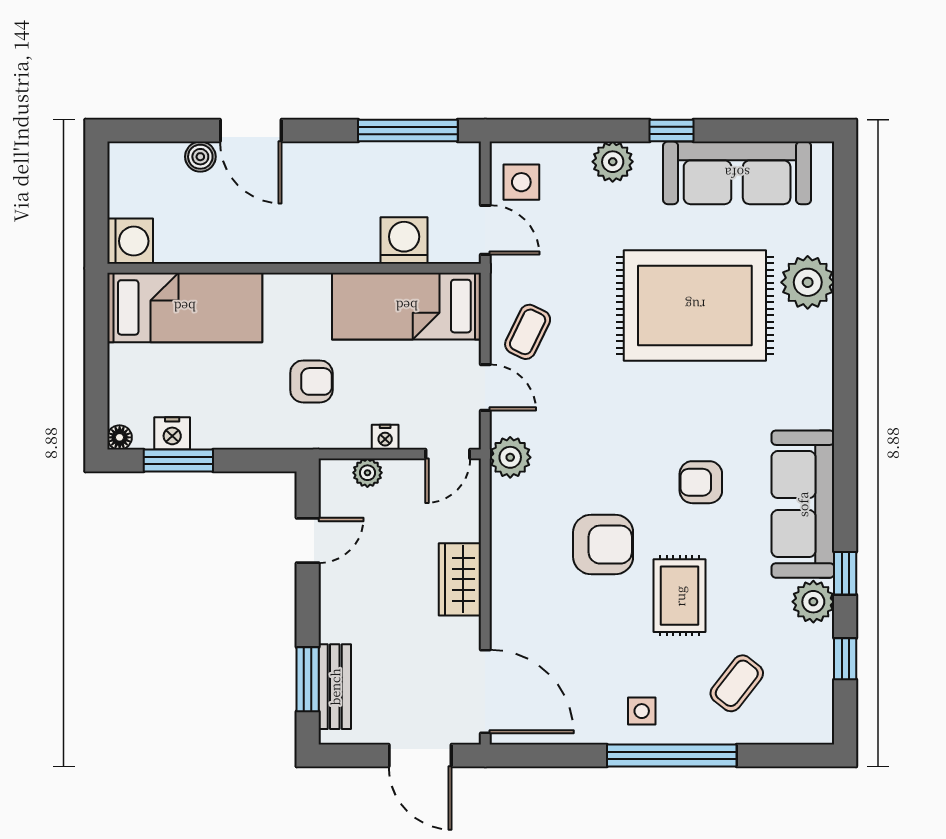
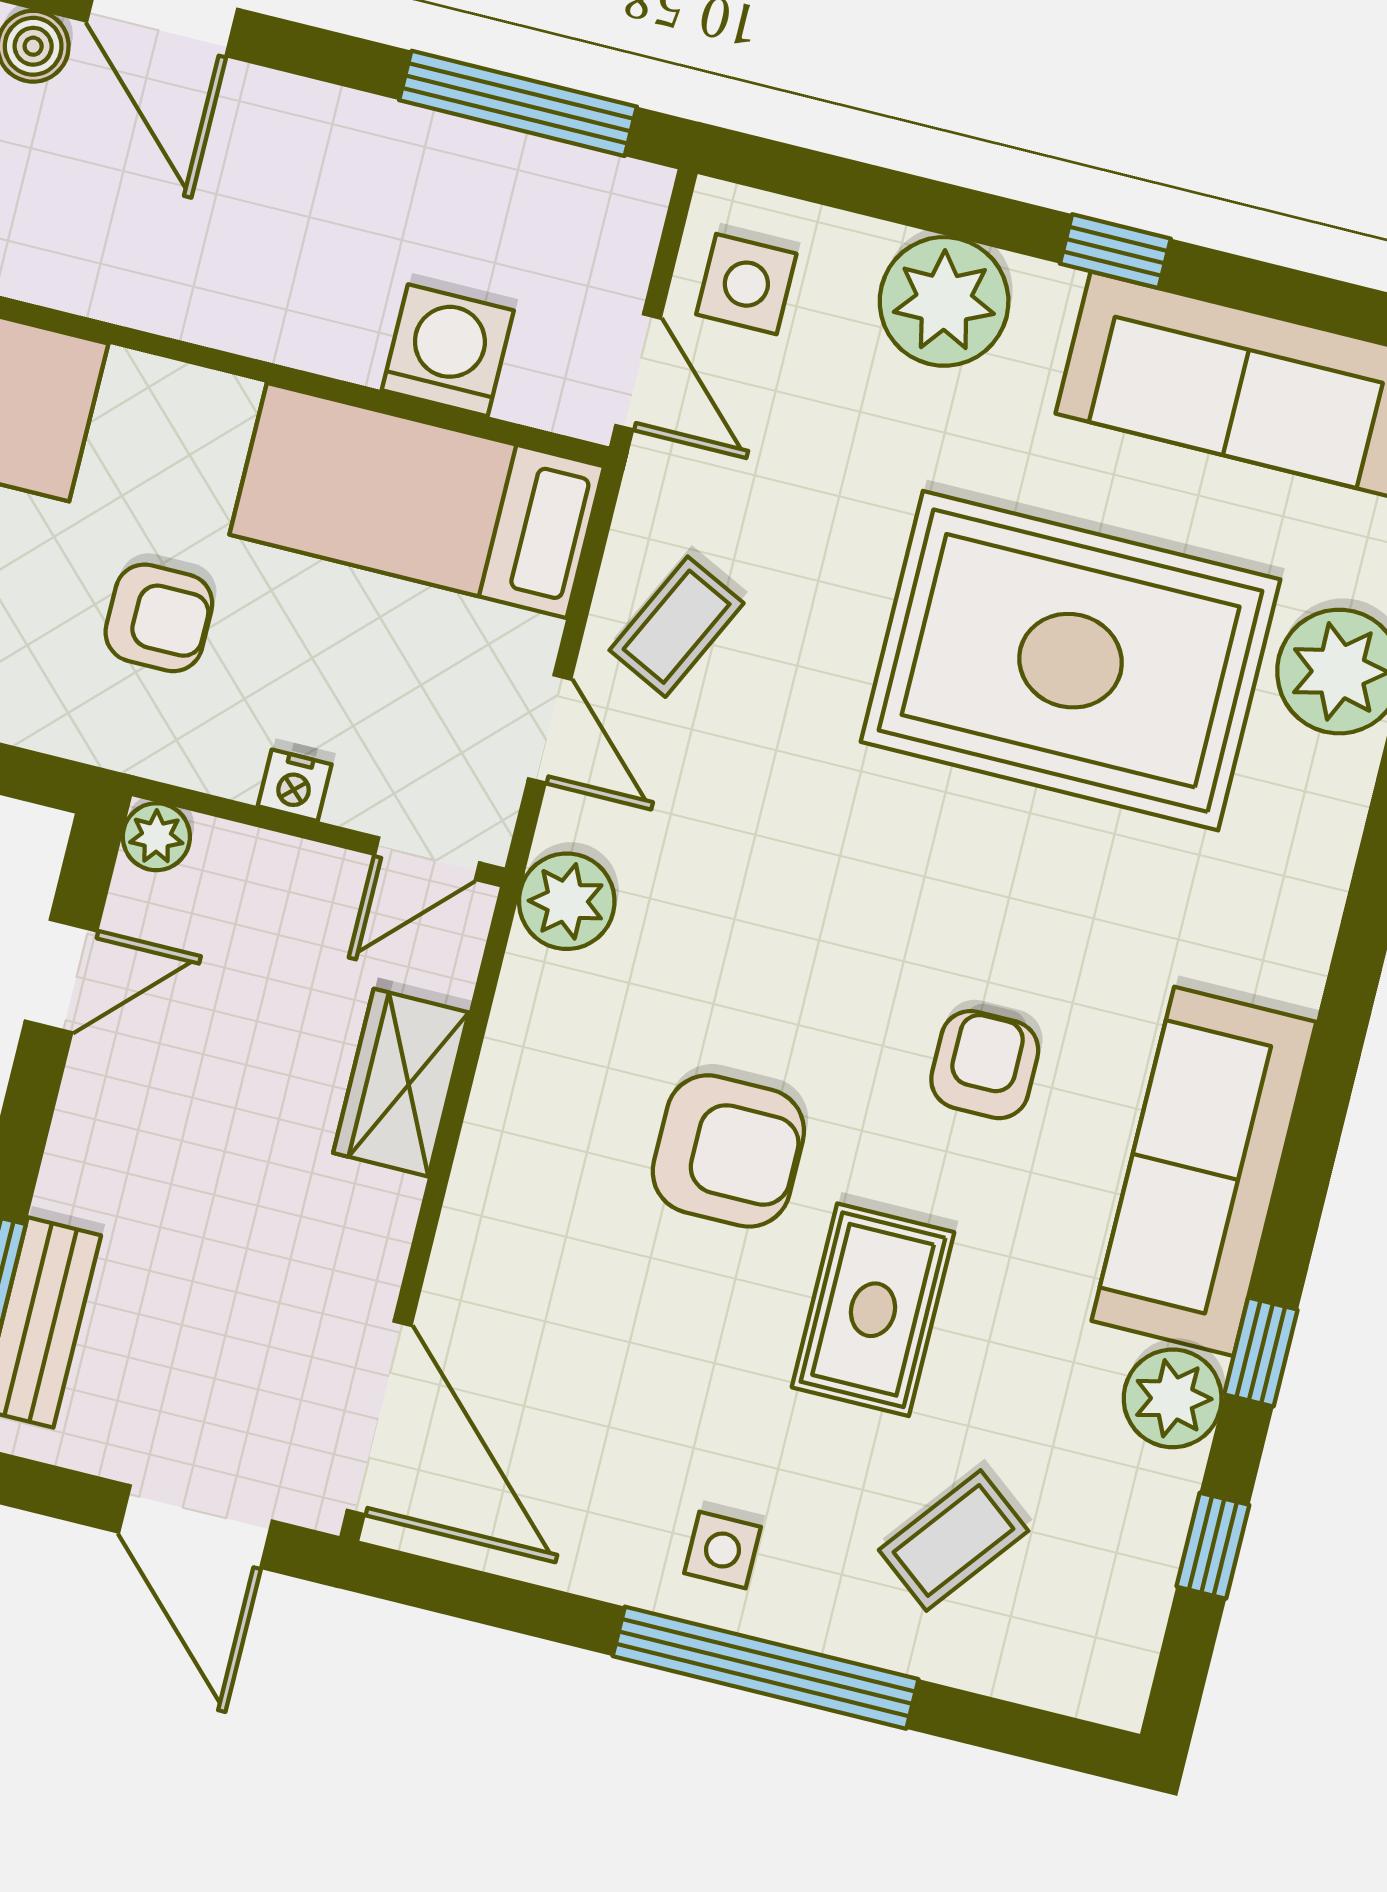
plant: (613, 162) -> (944, 301), width x1.36, depth x1.36
plant: (367, 473) -> (156, 837), moved
armchair: (701, 482) -> (985, 1065), turned 90
wardrobe: (460, 579) -> (401, 1083), moved

